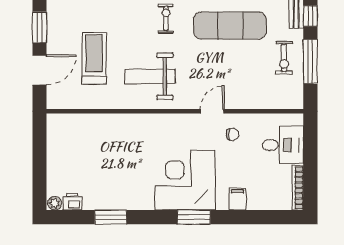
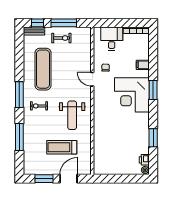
door: (40, 70) -> (68, 179), hinge flipped

